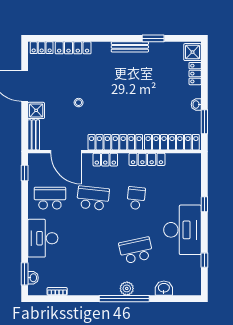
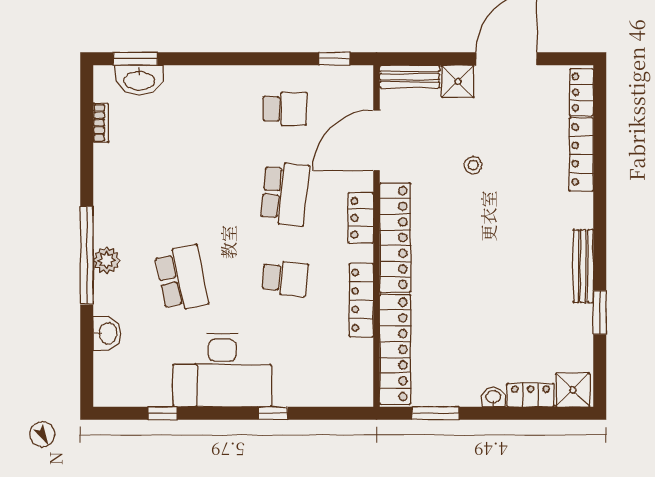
washbasin: (196, 104) -> (493, 397), moved
school desk: (50, 198) -> (285, 109), width x0.54
desk: (43, 238) -> (206, 95), removed
washbasin: (33, 278) -> (139, 80), width x1.91, depth x1.45

